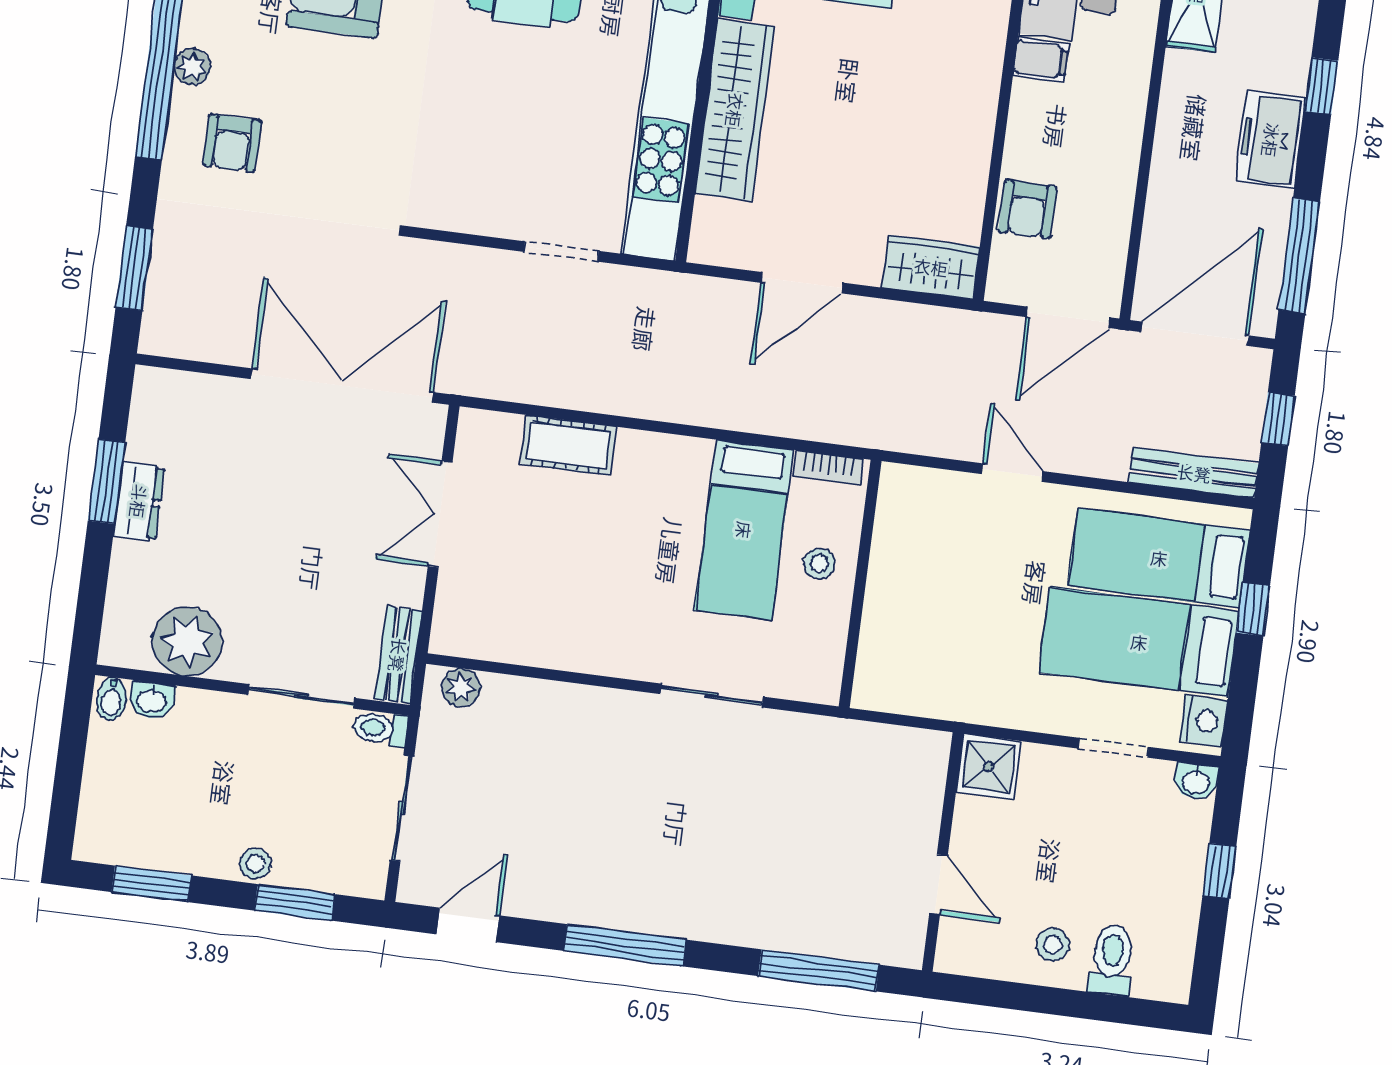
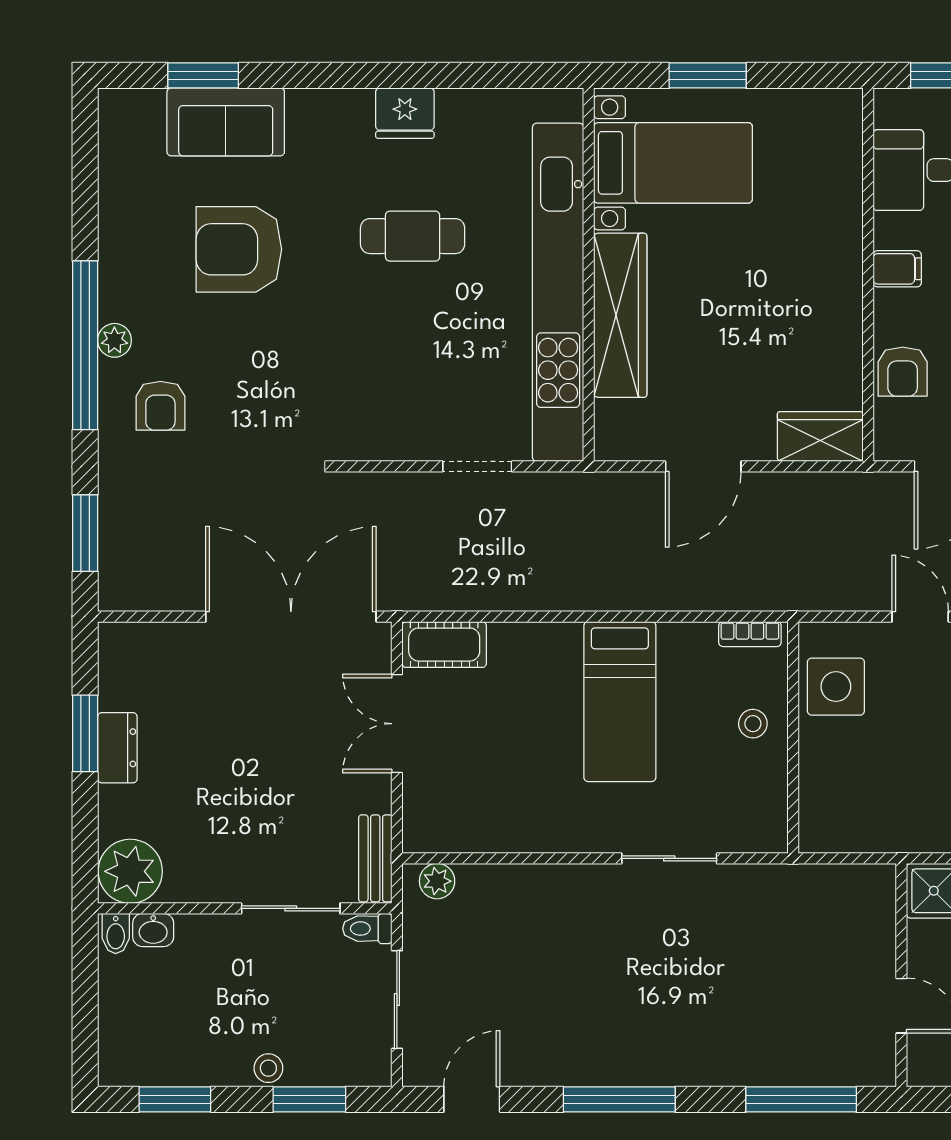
filing cabinet: (1041, 60) -> (897, 269), moved
cot: (569, 445) -> (444, 645), moved
bed: (744, 530) -> (620, 702), moved
side table: (913, 535) -> (836, 687), added
plant: (187, 641) -> (130, 871), moved

